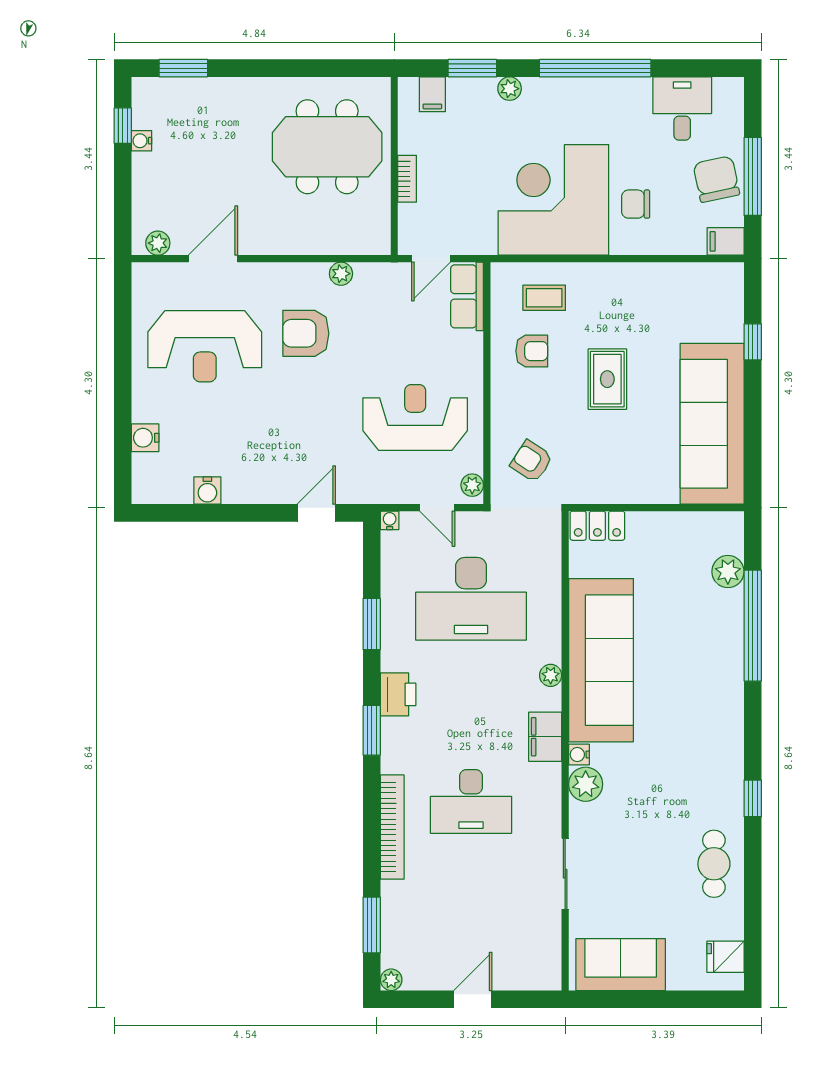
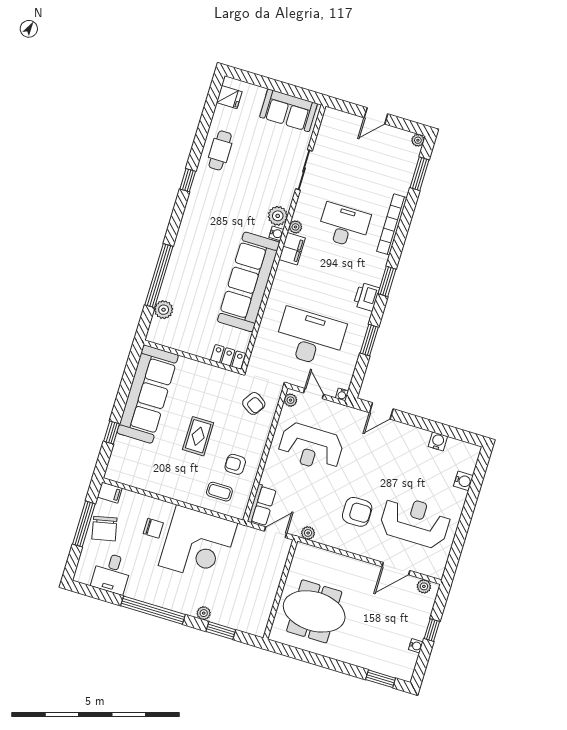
filing cabinet: (432, 94) -> (247, 623), removed
window: (123, 126) -> (432, 630), moved
bookcase: (407, 179) -> (275, 580), removed
plant: (341, 274) -> (308, 533), moved
plant: (551, 675) -> (296, 227), moved

